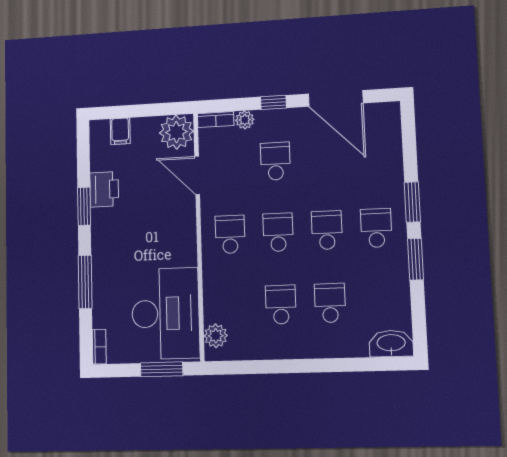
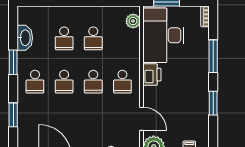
school desk: (275, 161) -> (93, 125), removed
printer: (104, 189) -> (152, 75), moved, turned 180
window: (412, 202) -> (13, 115), moved
washbasin: (391, 343) -> (25, 38), moved, turned -90

